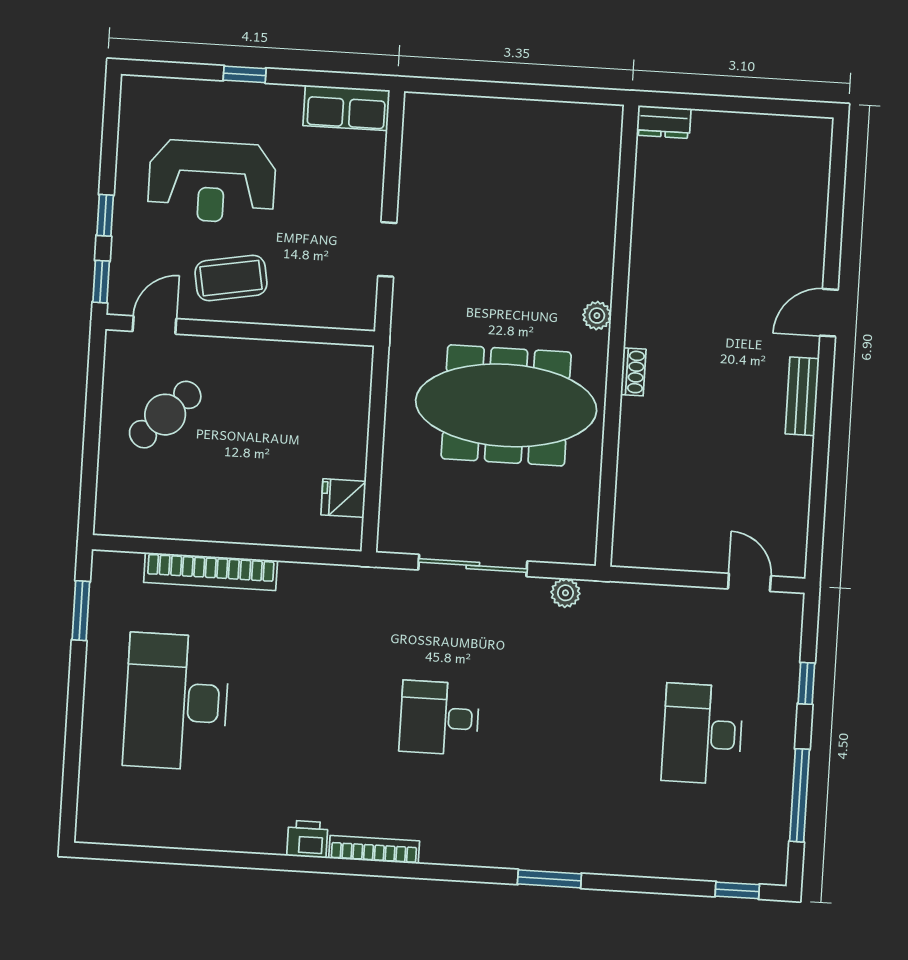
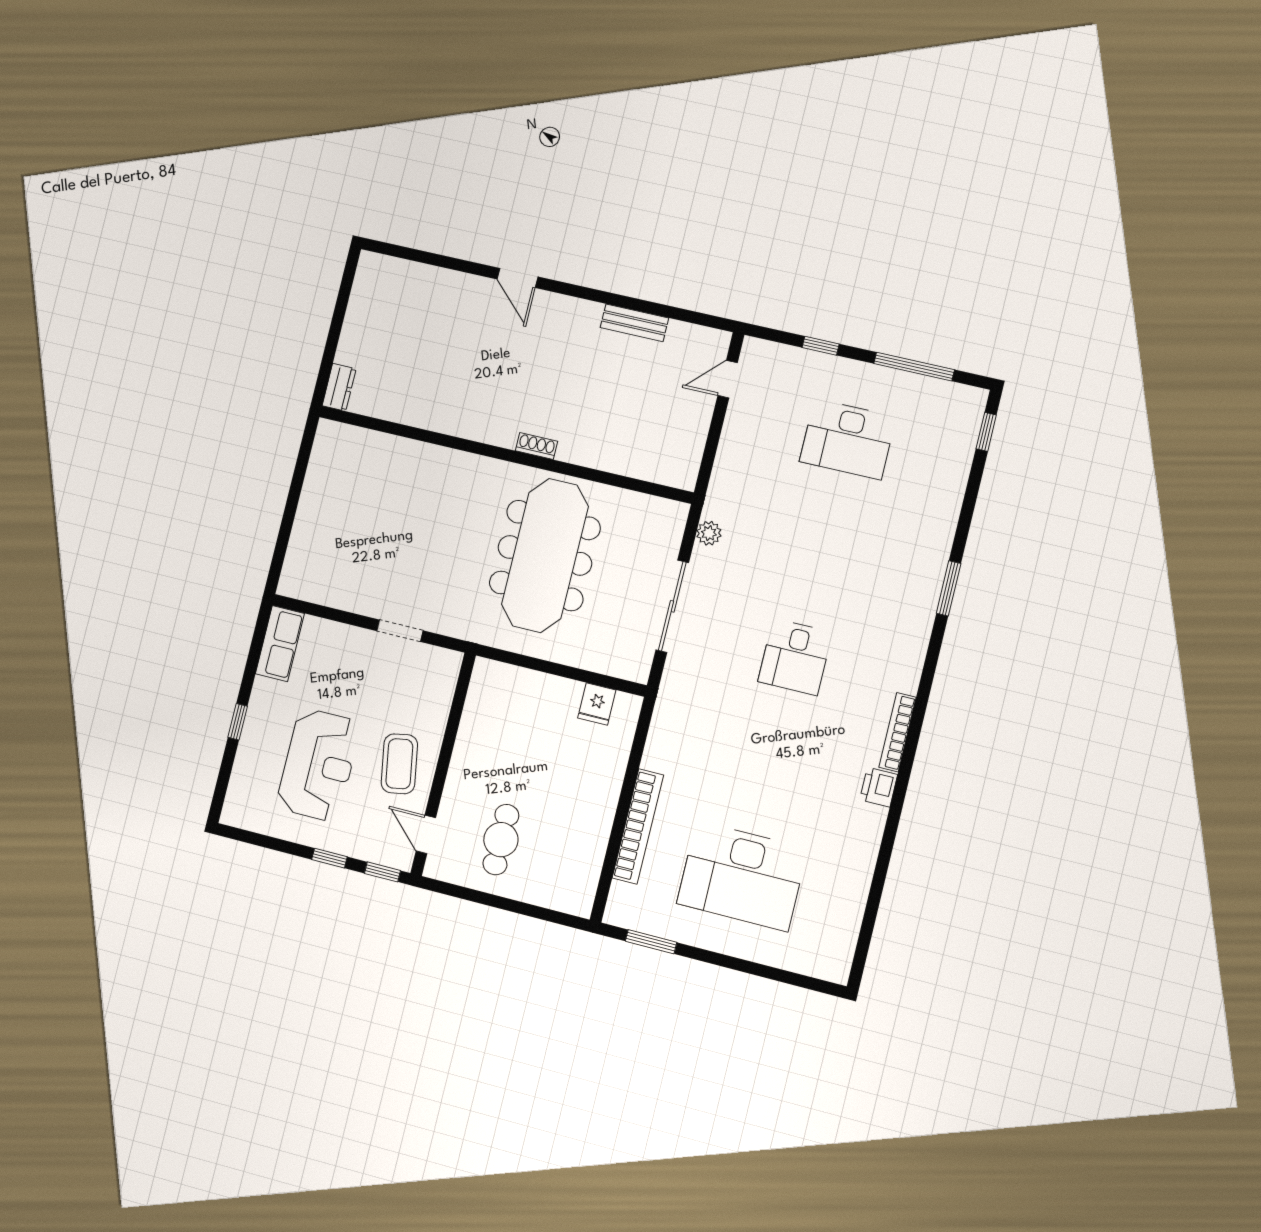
plant: (597, 316) -> (485, 468), removed
bench: (802, 396) -> (634, 323), moved
cafe table: (165, 415) -> (501, 840), turned 45

